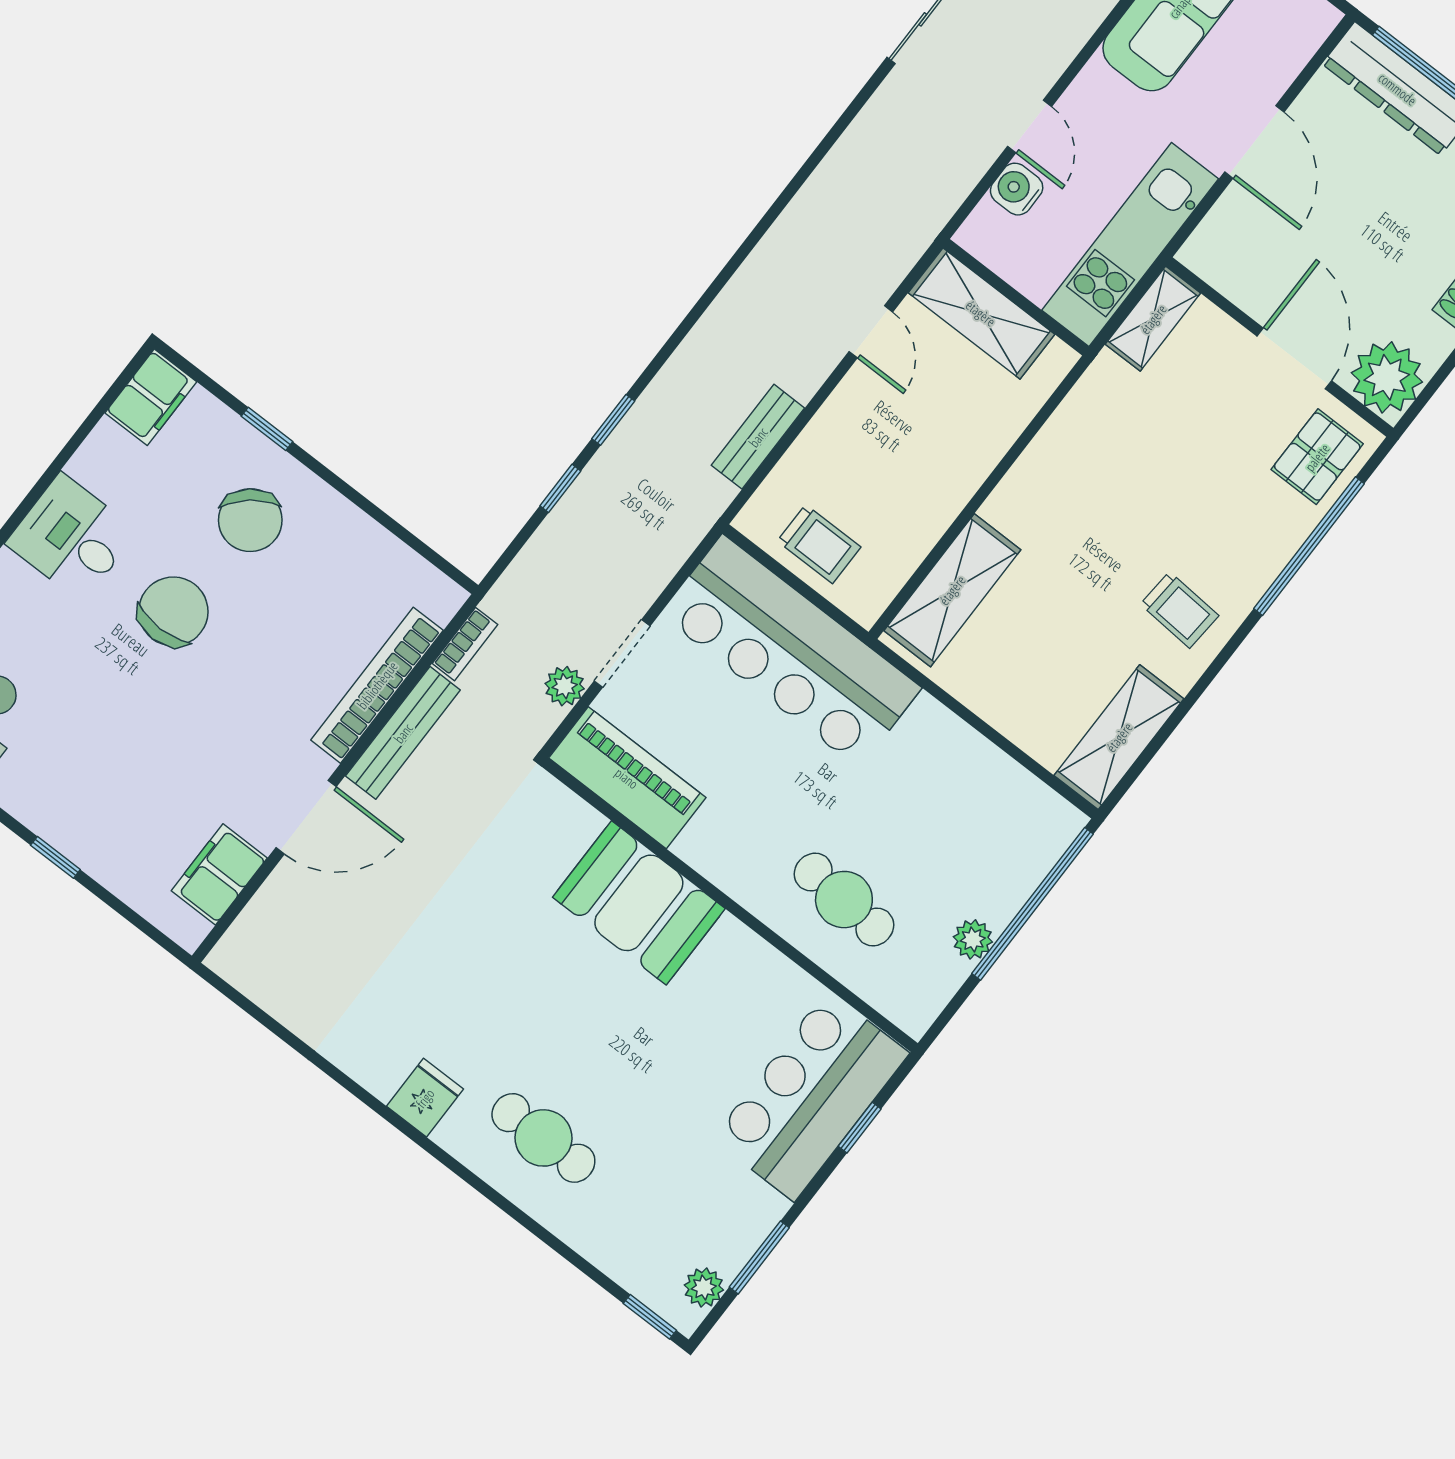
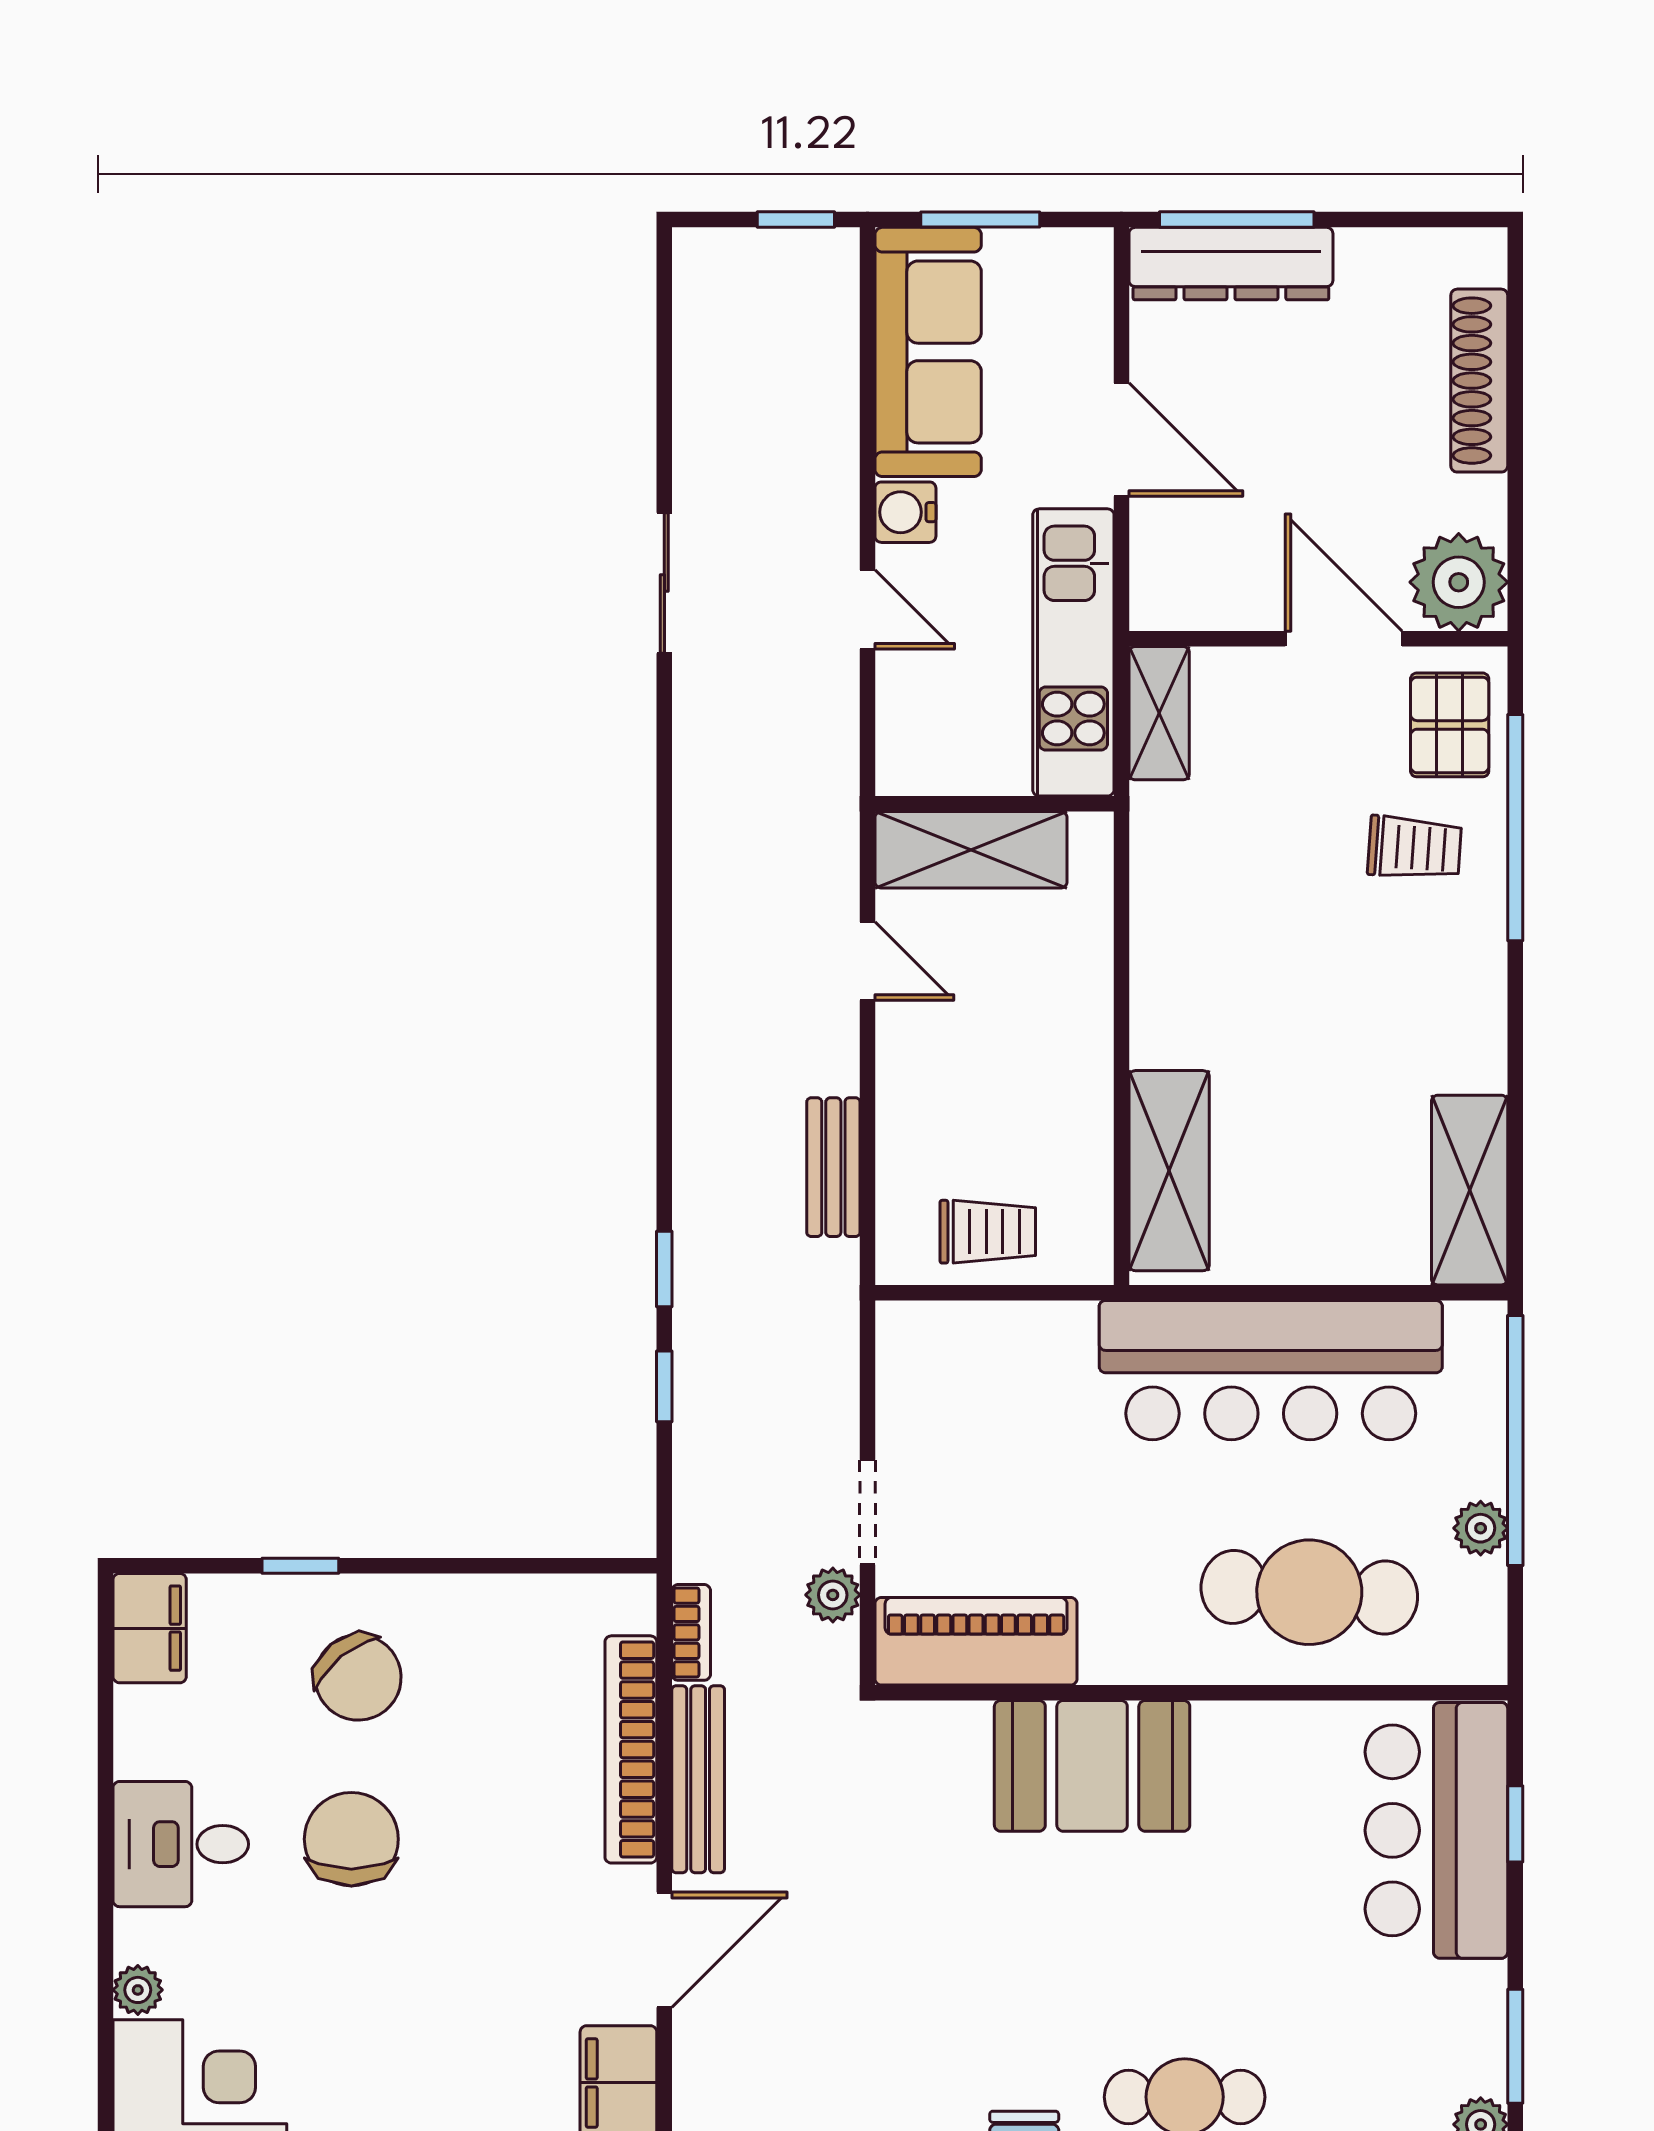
water cooler: (1017, 189) -> (905, 512), moved
trolley: (1180, 610) -> (1415, 848), moved
bar counter: (791, 651) -> (1271, 1370), moved
cafe table: (844, 900) -> (1309, 1592), width x1.37, depth x1.35

